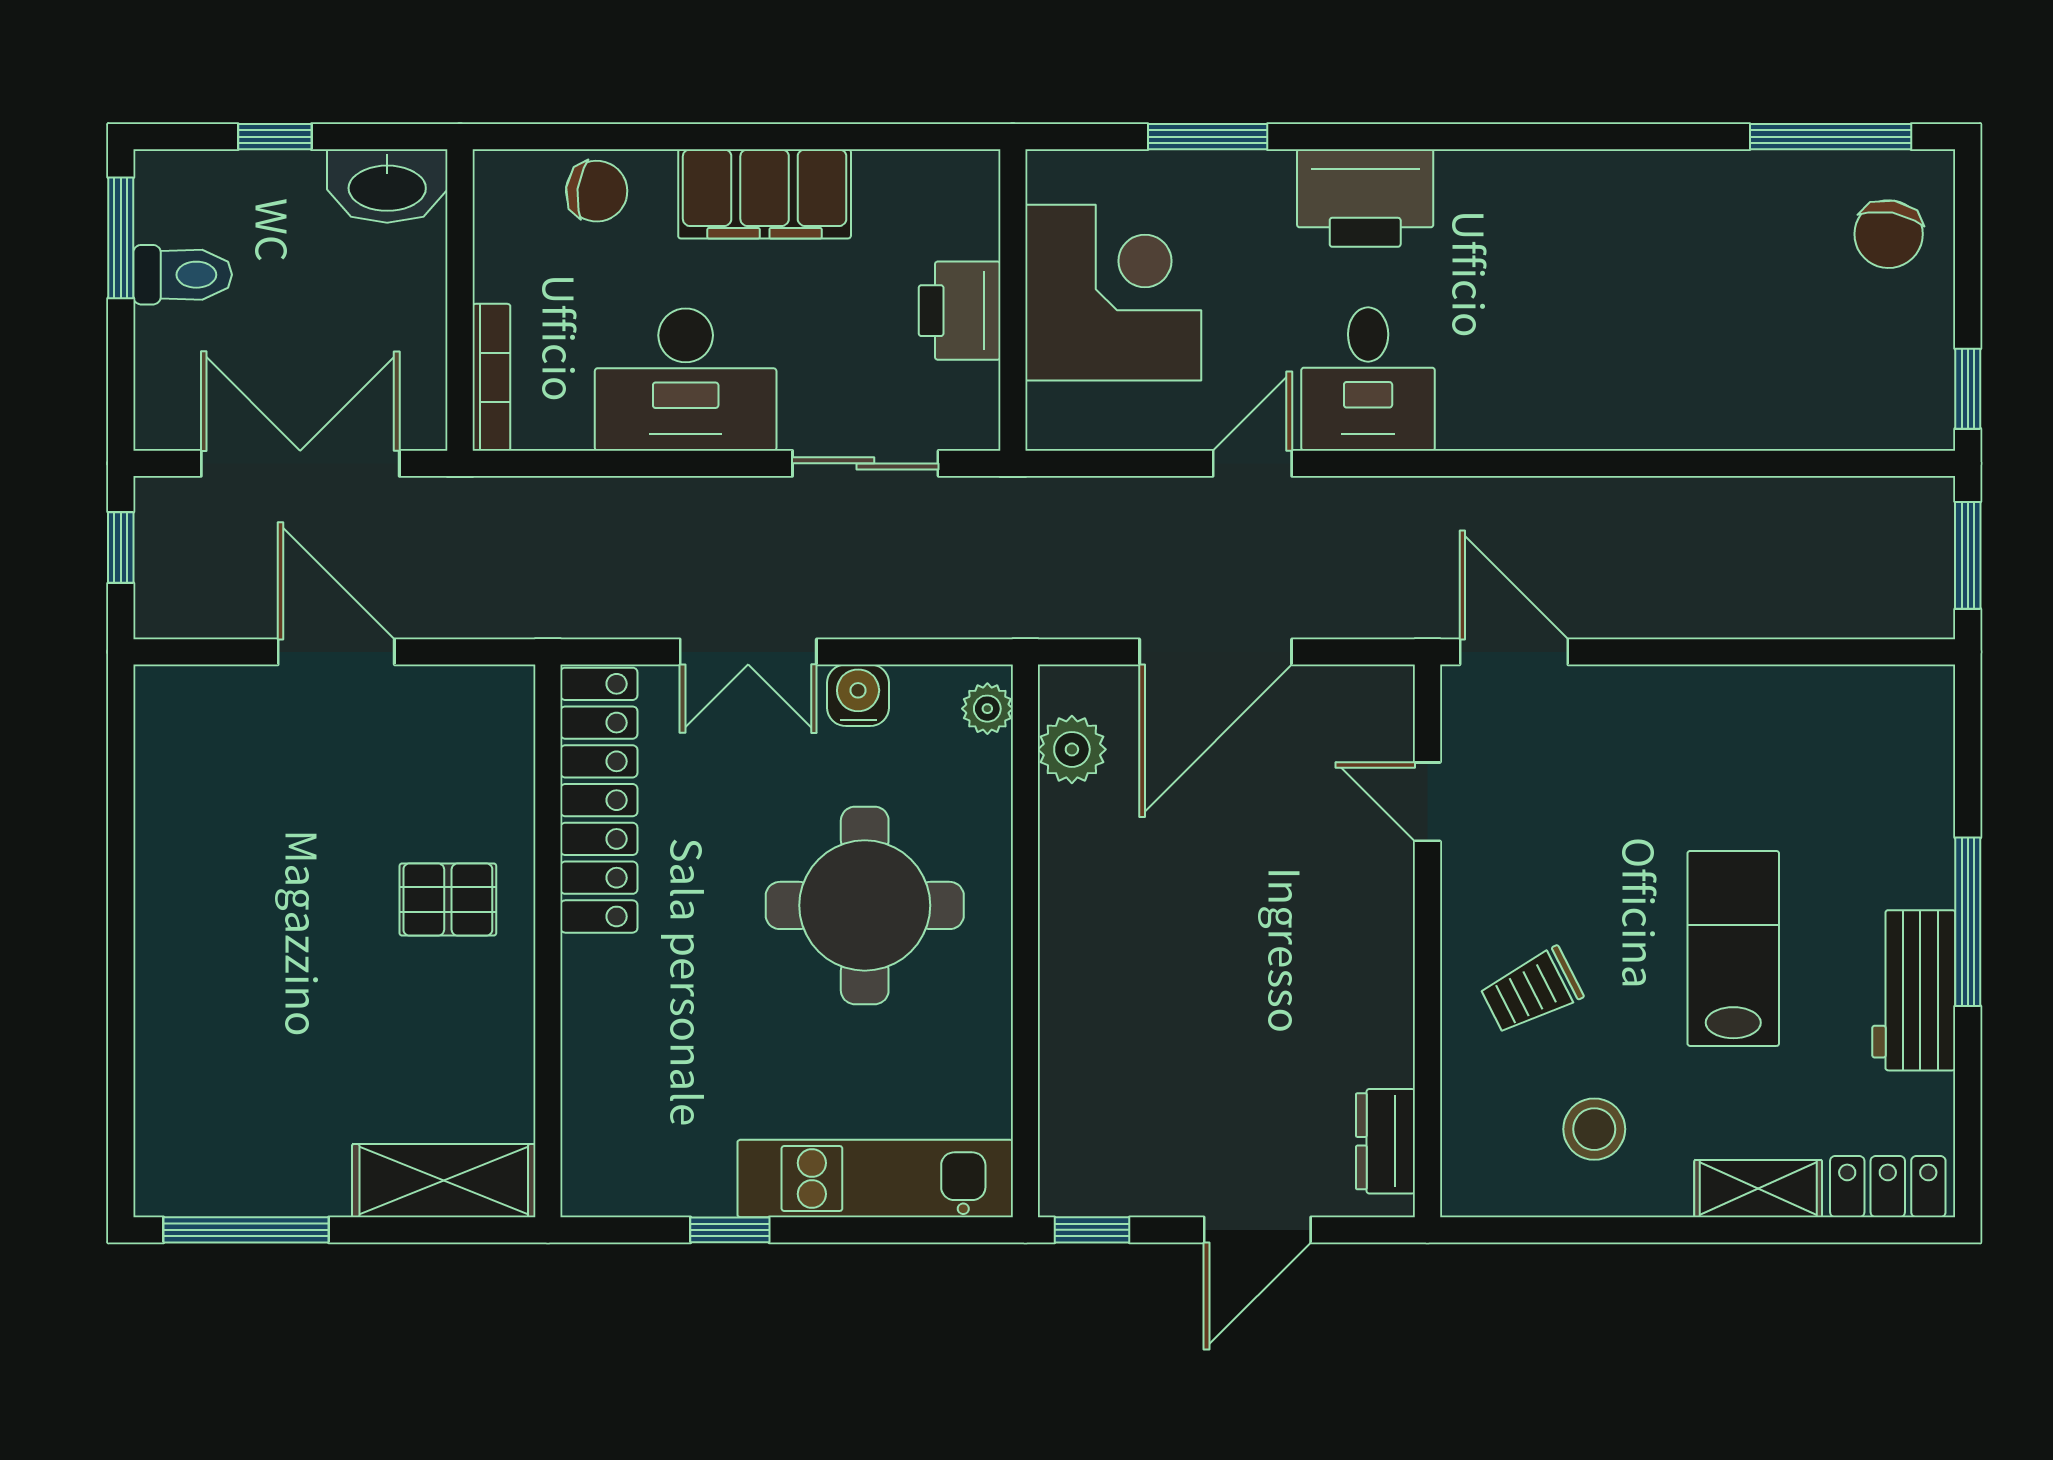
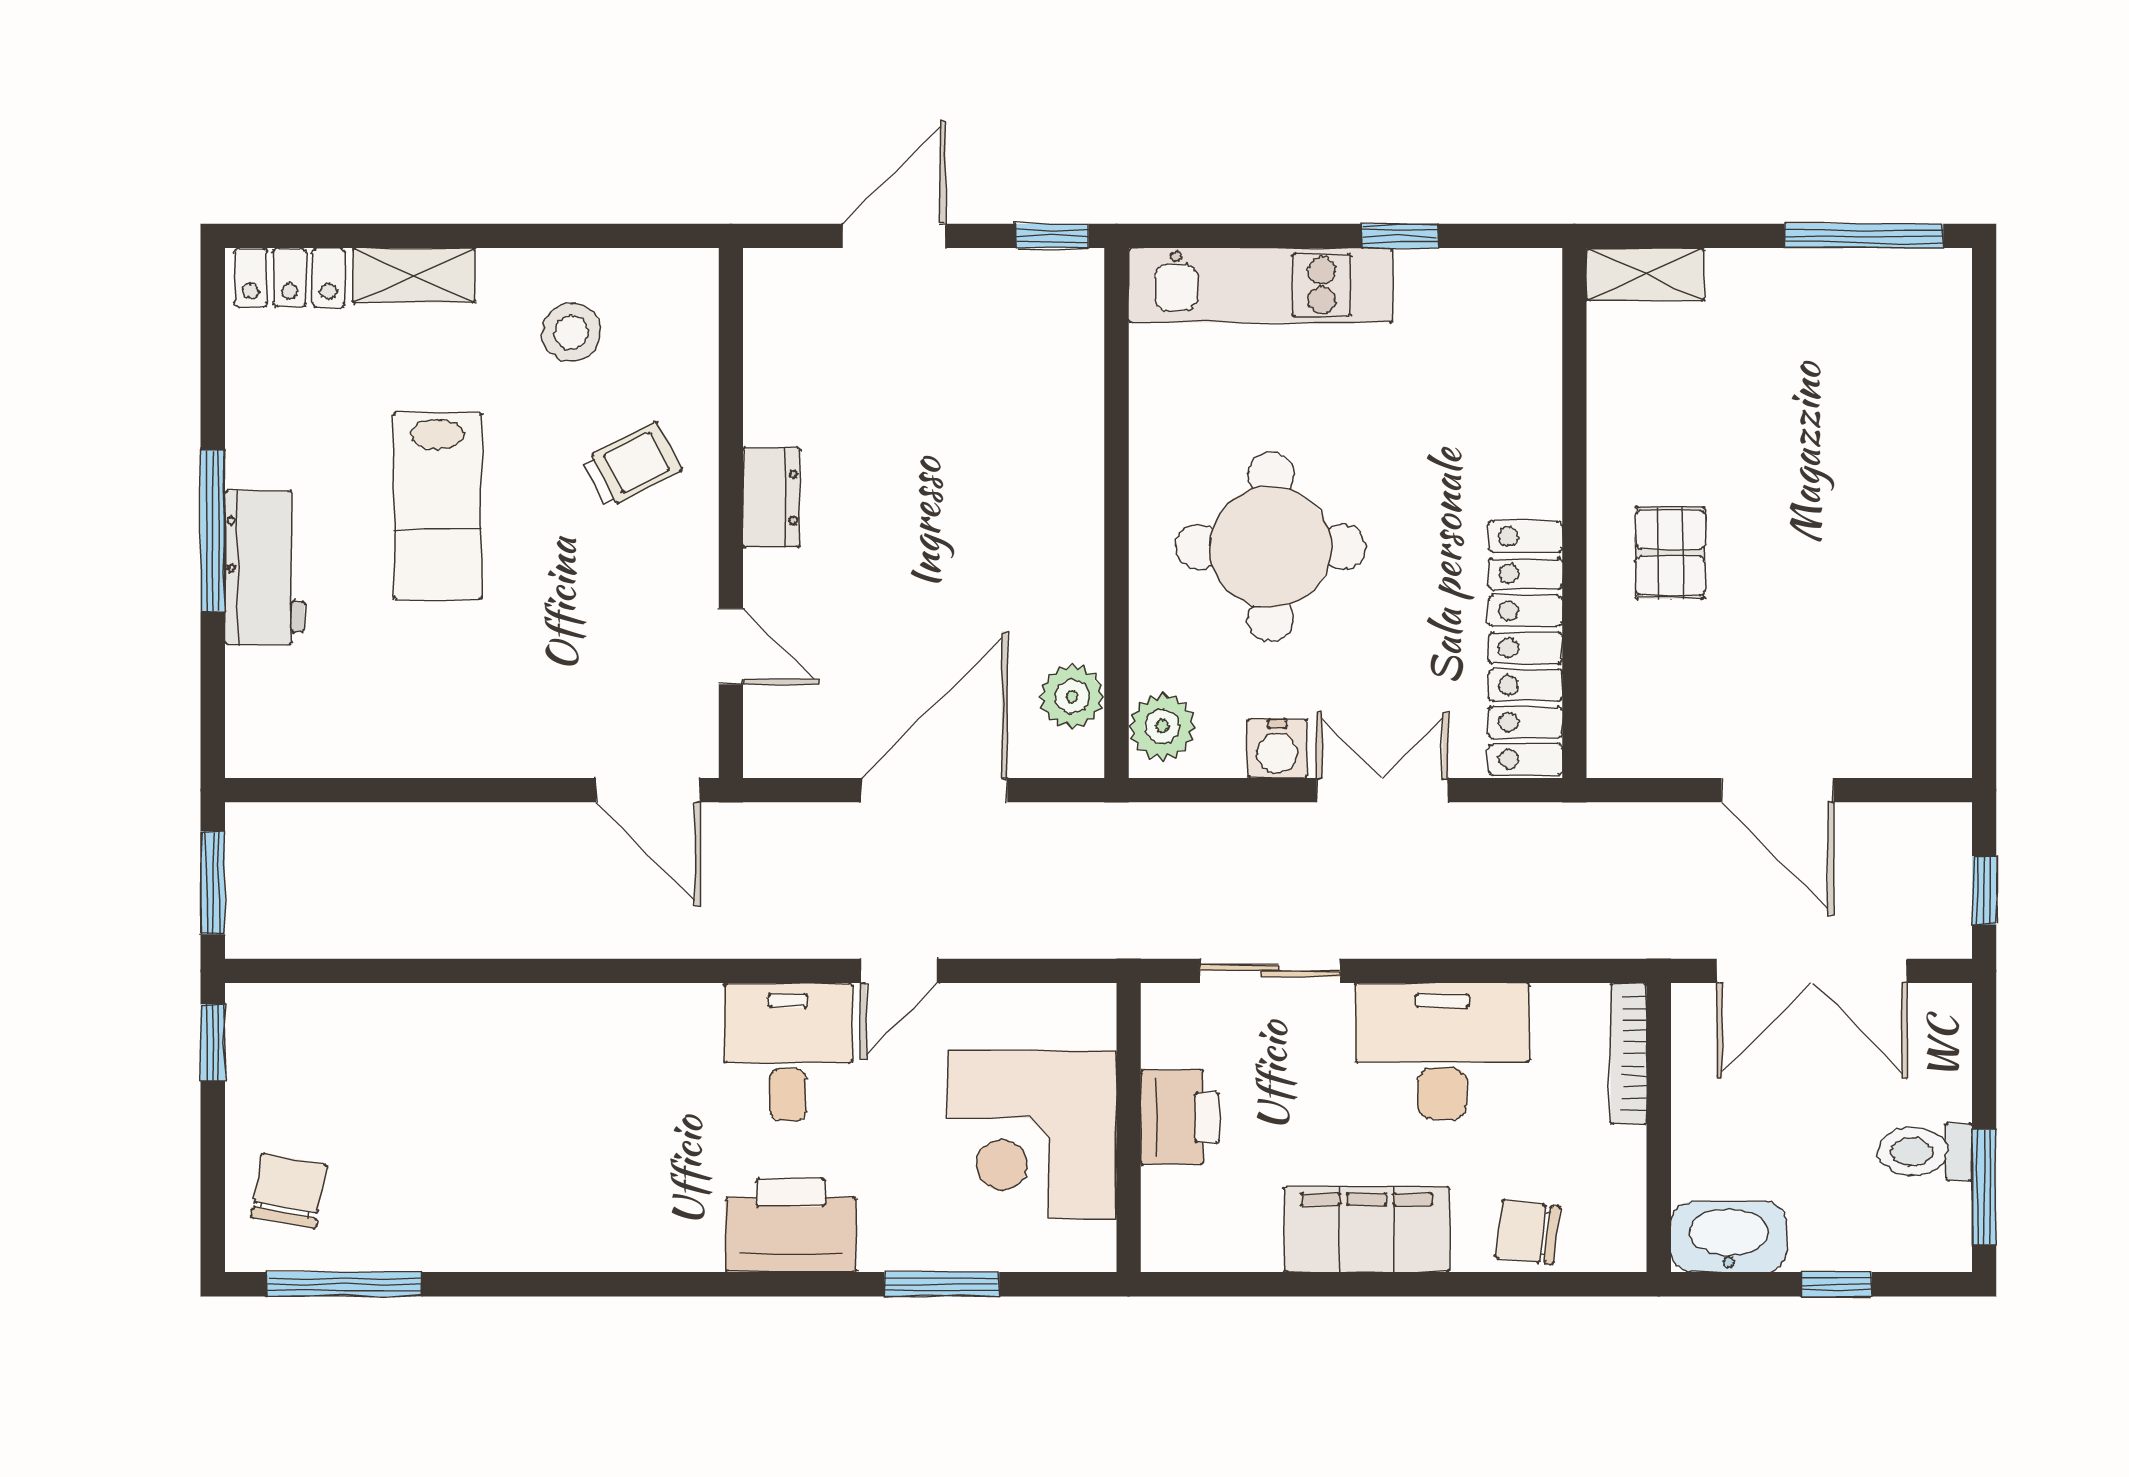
plant: (987, 709) -> (1162, 727), width x1.38, depth x1.38
pallet: (448, 900) -> (1670, 553), turned 90
workbench: (1914, 990) -> (265, 567), moved
dresser: (1385, 1141) -> (771, 497), moved
shelving: (444, 1181) -> (1645, 274), width x0.67, depth x0.75

